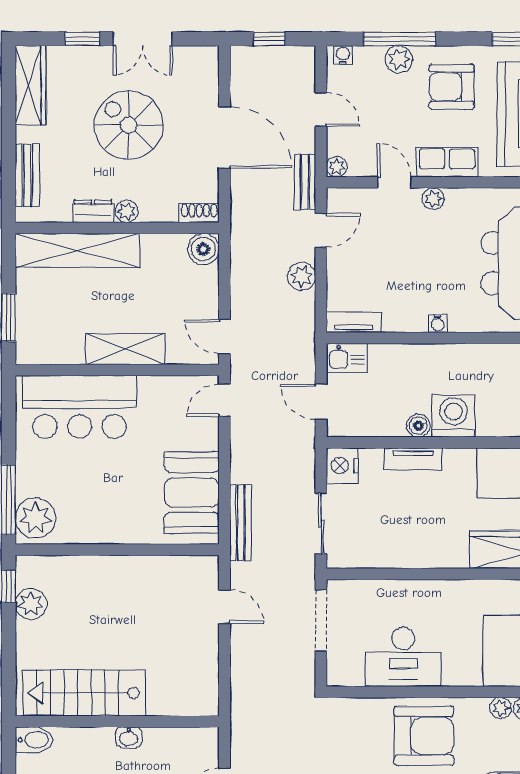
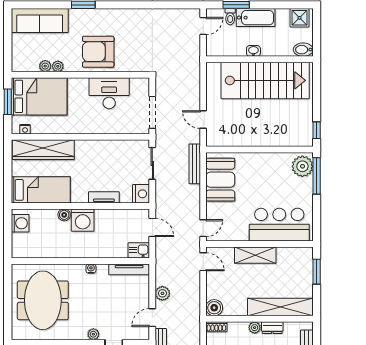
tv unit: (354, 322) -> (129, 269), width x1.41
boiler: (418, 426) -> (64, 215), moved
plant: (31, 604) -> (305, 121), removed
stairs: (84, 693) -> (265, 80), width x1.36, depth x1.51

